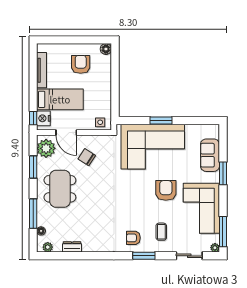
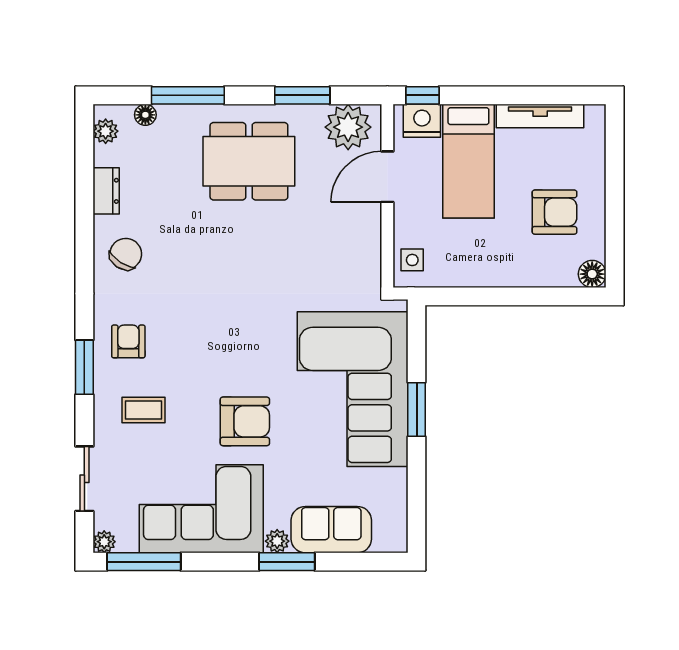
chair: (87, 157) -> (126, 254), moved
plant: (215, 177) -> (277, 541), added

